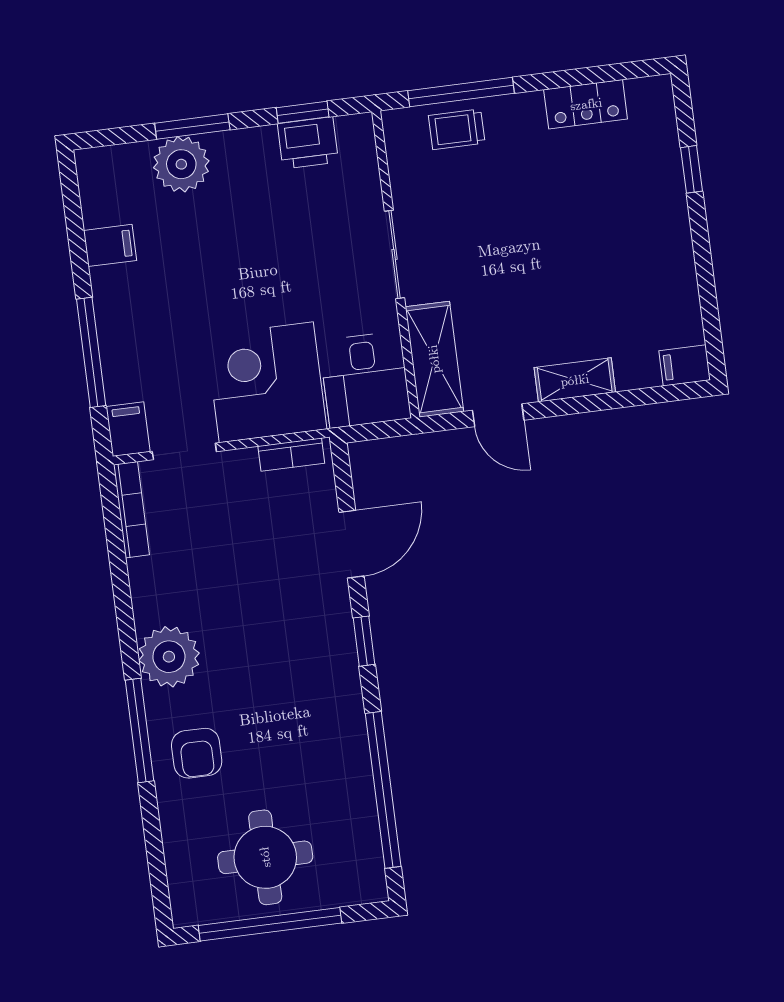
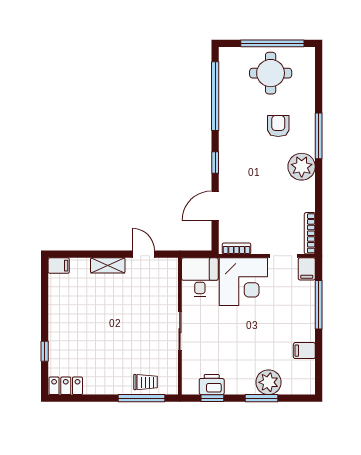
locker: (586, 104) -> (66, 386), moved
shelving: (434, 359) -> (168, 282), removed
armchair: (197, 753) -> (278, 126), moved

